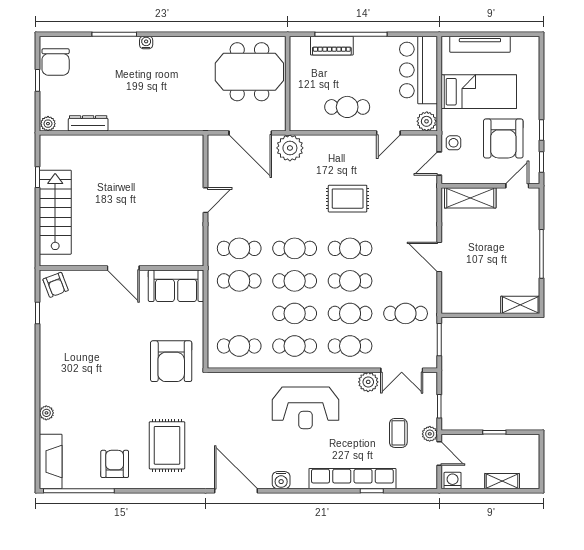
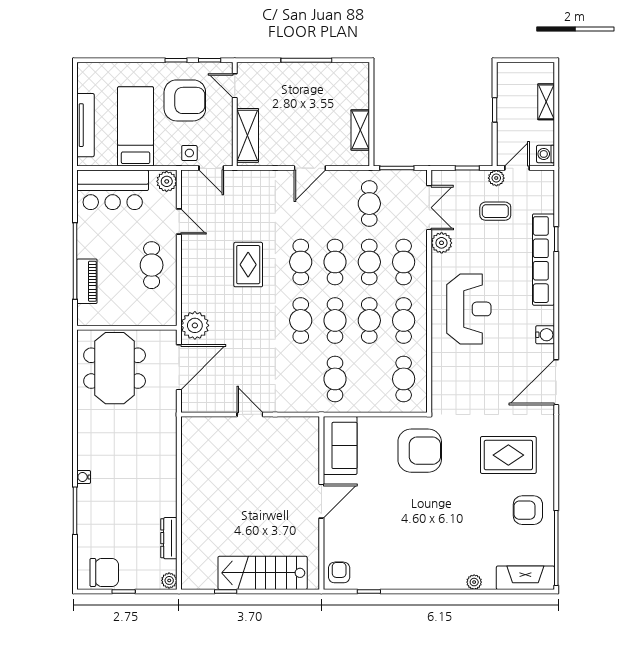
cafe table: (239, 248) -> (301, 379), removed
armchair: (56, 285) -> (339, 572), turned -69
shelving: (520, 305) -> (360, 130), moved

